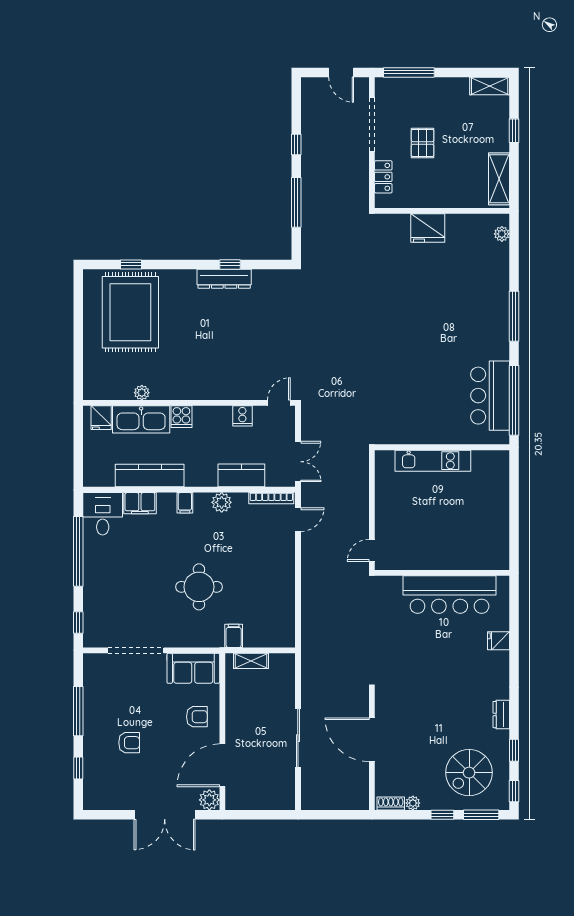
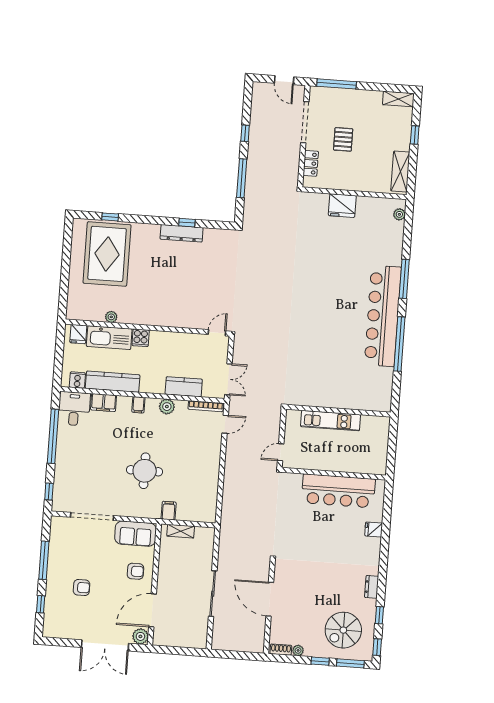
bar counter: (490, 396) -> (383, 316), width x1.86
cooker: (242, 416) -> (77, 380), moved, turned 180
wall: (442, 447) -> (338, 411), moved
kitchen unit: (433, 461) -> (331, 421), moved

